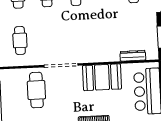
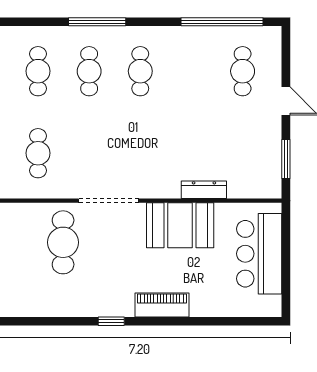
dresser: (133, 56) -> (204, 190), moved

